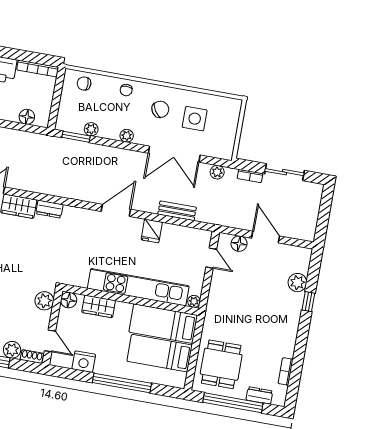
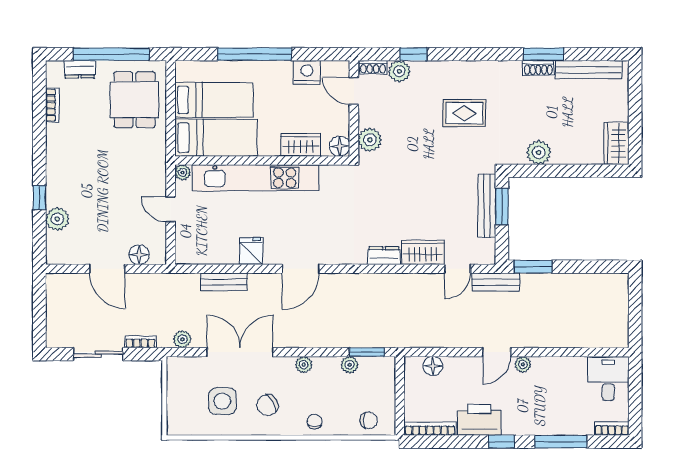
door: (211, 258) -> (171, 209), moved

